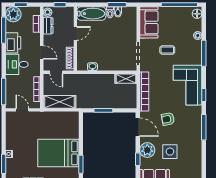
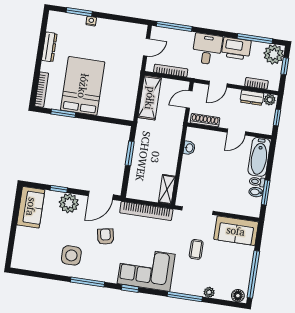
door: (75, 33) -> (236, 132), hinge flipped
side table: (170, 152) -> (71, 255), moved

